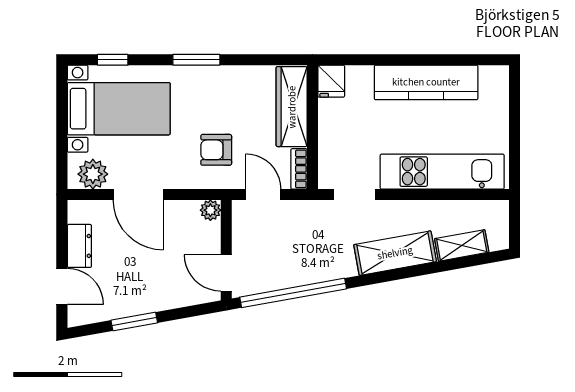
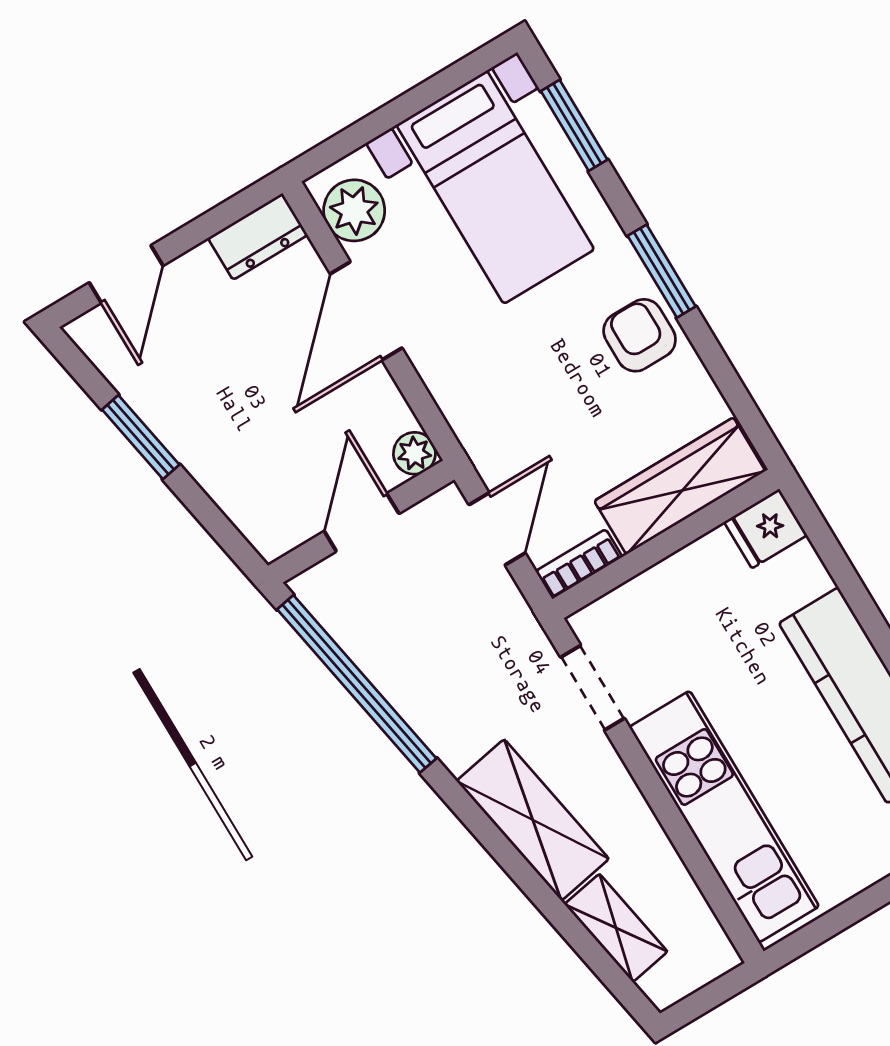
window: (113, 60) -> (574, 125), width x1.50
armchair: (216, 150) -> (640, 335), moved
dresser: (79, 246) -> (258, 237), moved
door: (226, 273) -> (362, 522), moved

